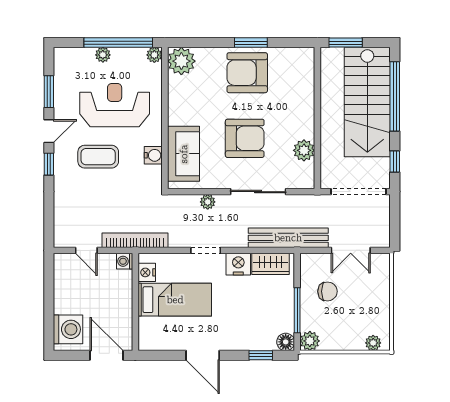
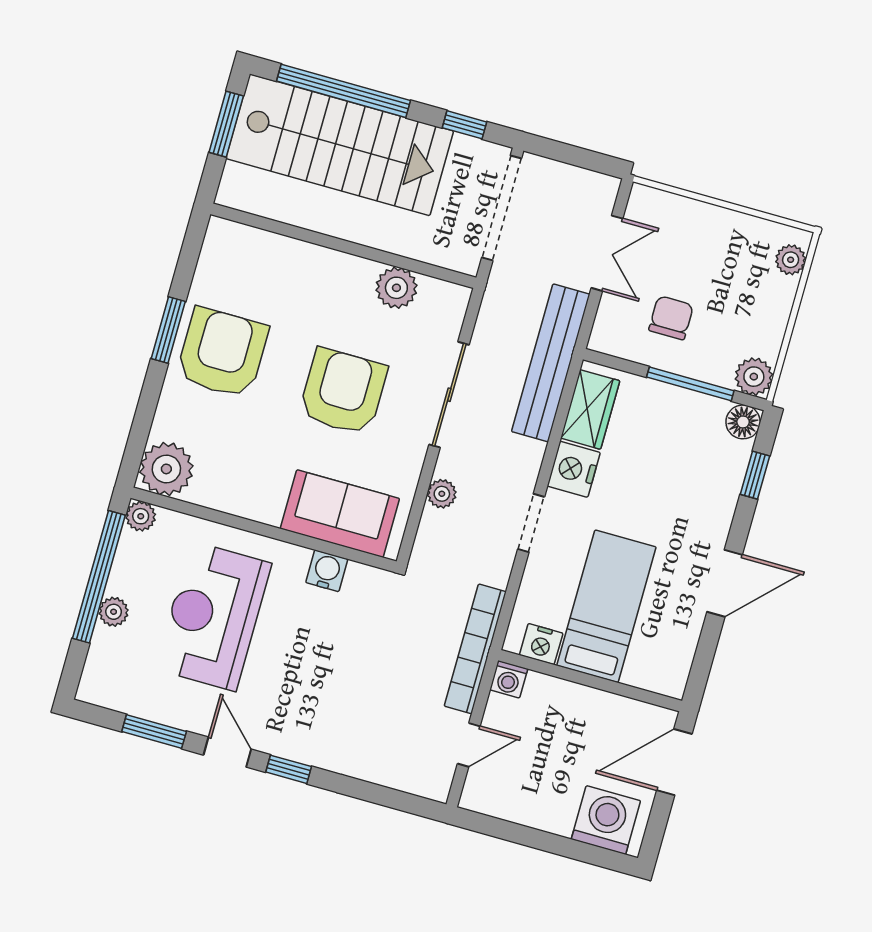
window: (346, 43) -> (226, 124), moved
armchair: (247, 73) -> (222, 353), turned 180
coffee table: (98, 157) -> (300, 674), removed

